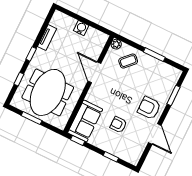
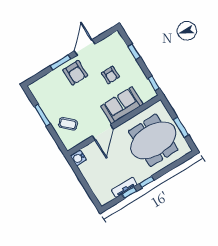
water cooler: (81, 28) -> (78, 158), moved
plant: (116, 44) -> (69, 145), removed
window: (19, 79) -> (129, 193), moved
window: (174, 95) -> (60, 62), moved
sofa: (85, 121) -> (122, 105), moved

